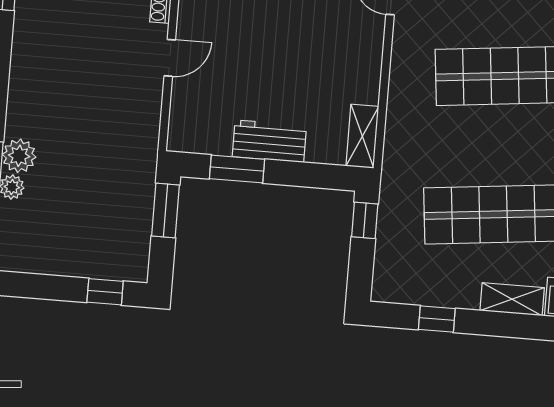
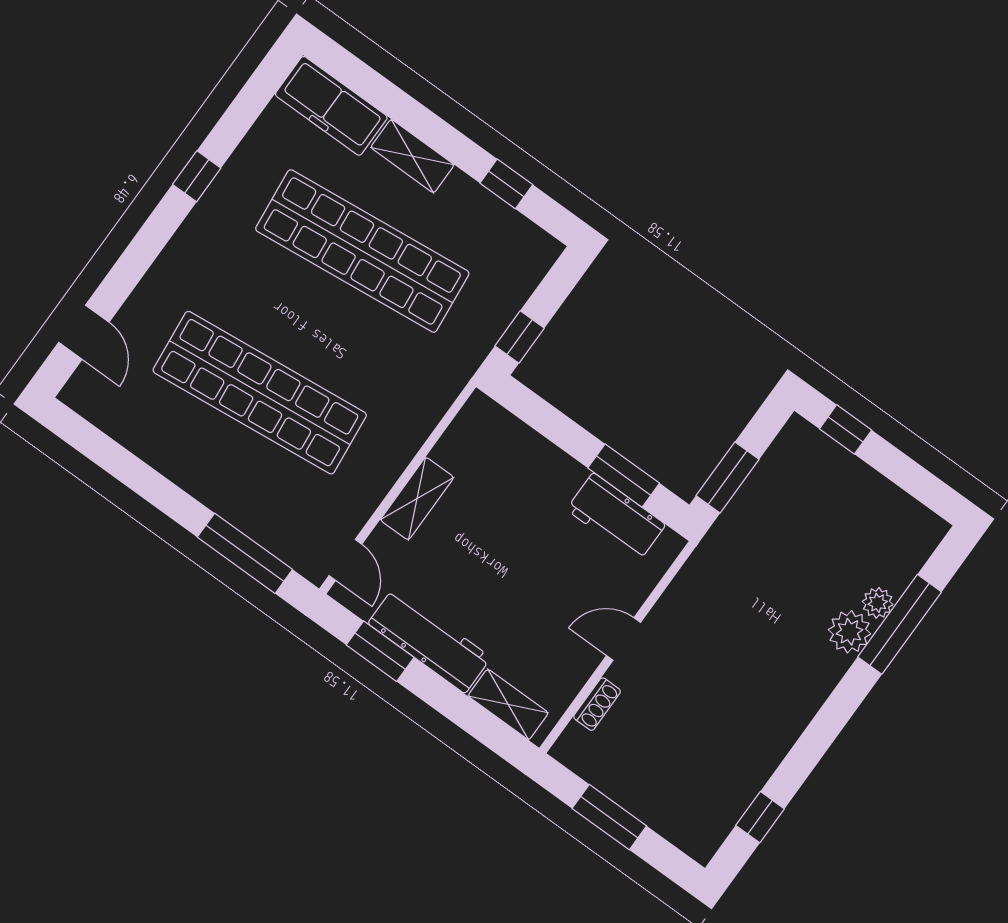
shelving: (362, 136) -> (417, 499), moved
workbench: (269, 141) -> (616, 517), moved

